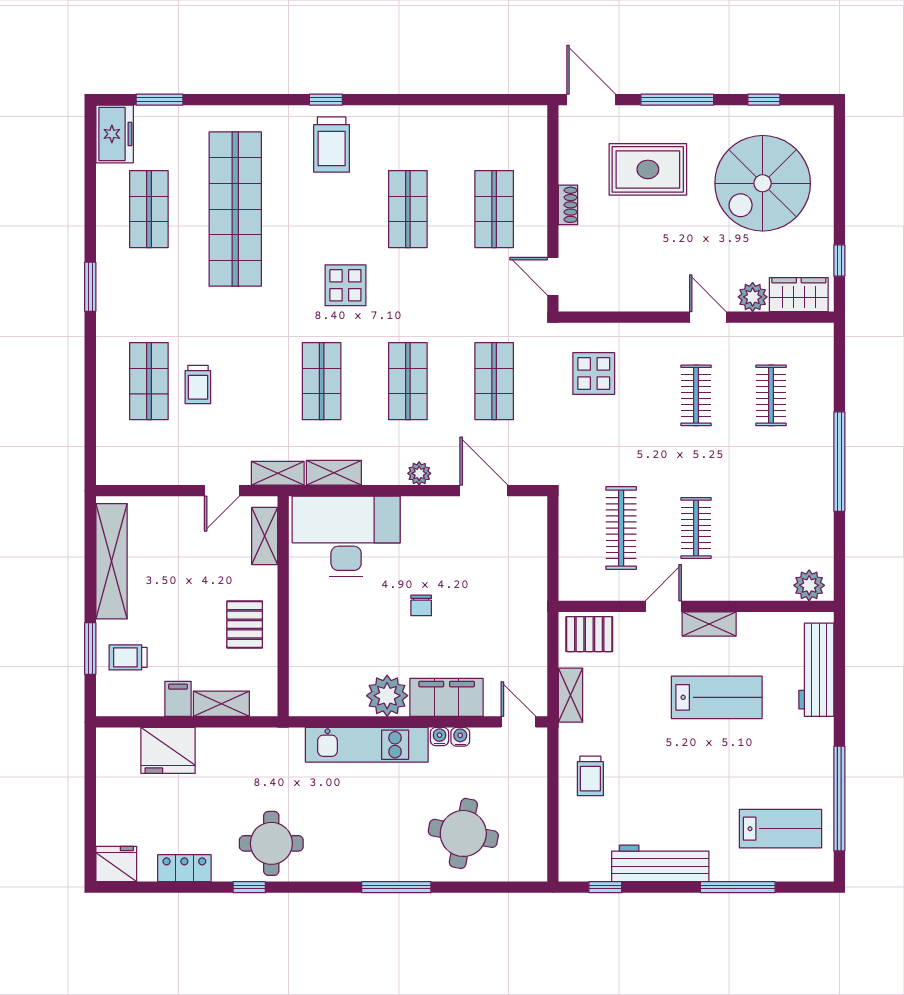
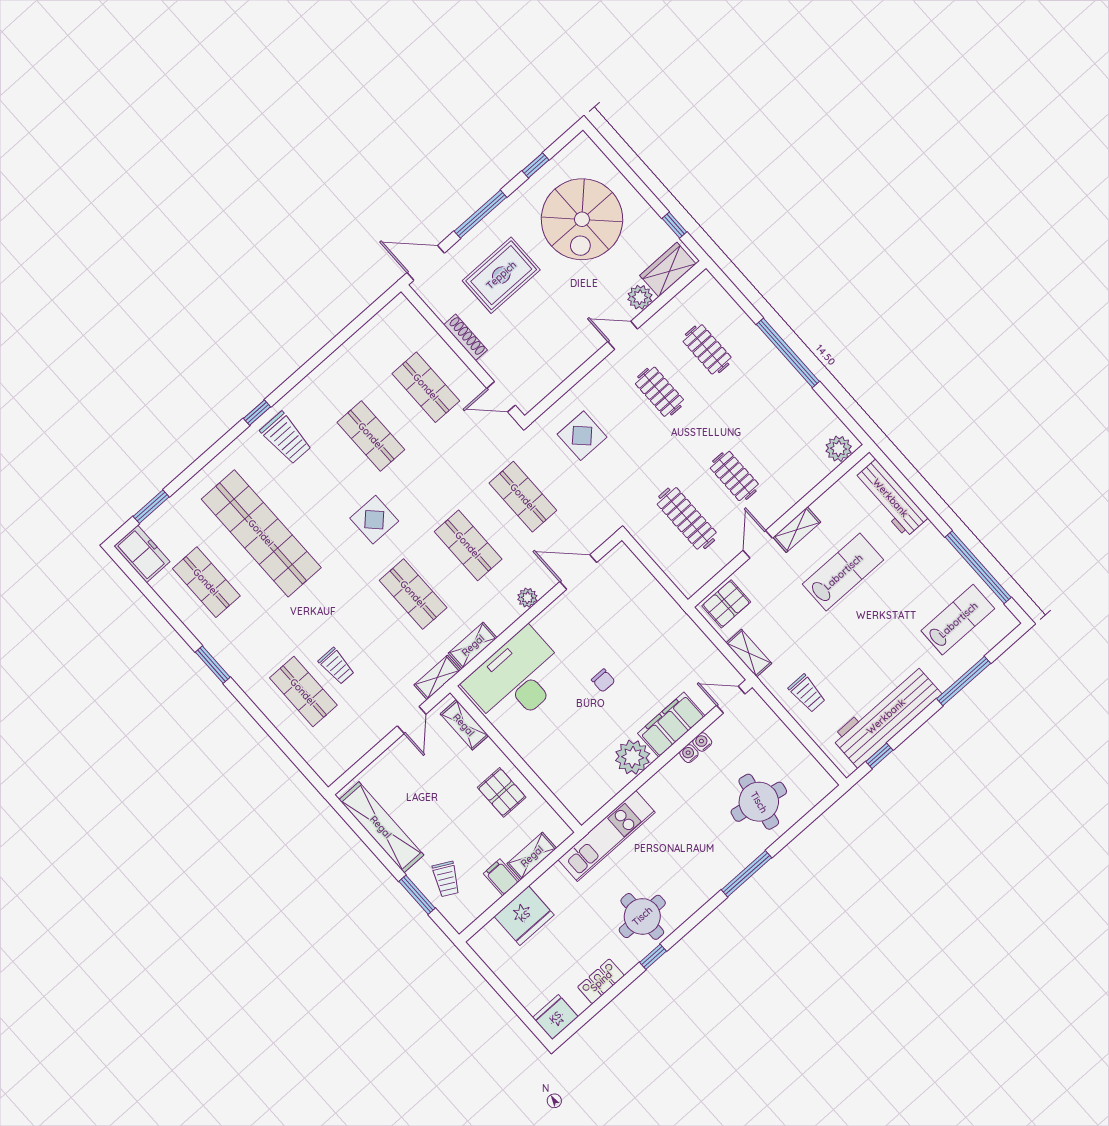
shoe rack: (568, 205) -> (466, 337), width x1.43
trolley: (128, 657) -> (446, 879), turned -62
kitchen unit: (367, 745) -> (607, 836), moved
workbench: (660, 863) -> (886, 716), width x1.36, depth x1.32

